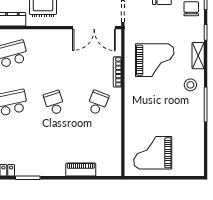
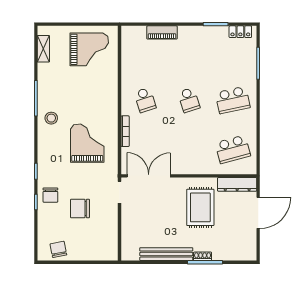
shelving: (198, 56) -> (43, 49), moved
grand piano: (155, 60) -> (87, 143), turned 90
school desk: (98, 103) -> (145, 100), turned -39

